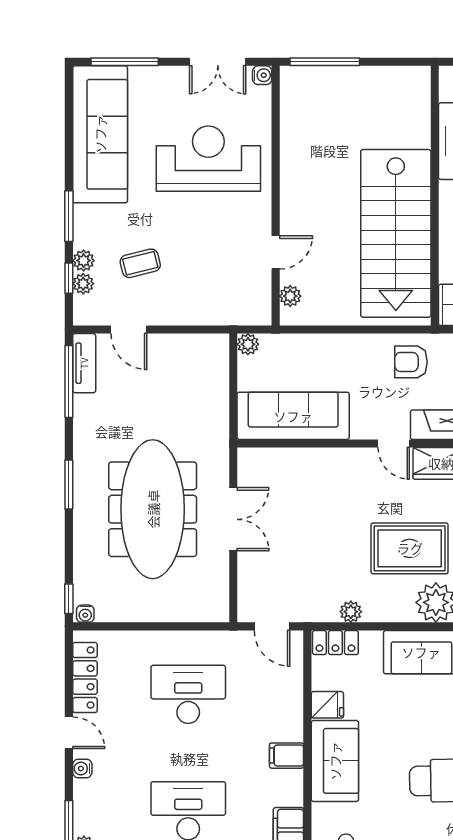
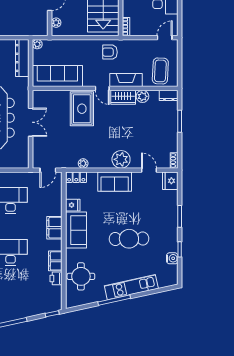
dresser: (214, 375) -> (22, 58), added
rug: (410, 548) -> (82, 109), moved, turned 90
door: (272, 626) -> (48, 170), hinge flipped
filing cabinet: (287, 756) -> (54, 228), width x2.00

